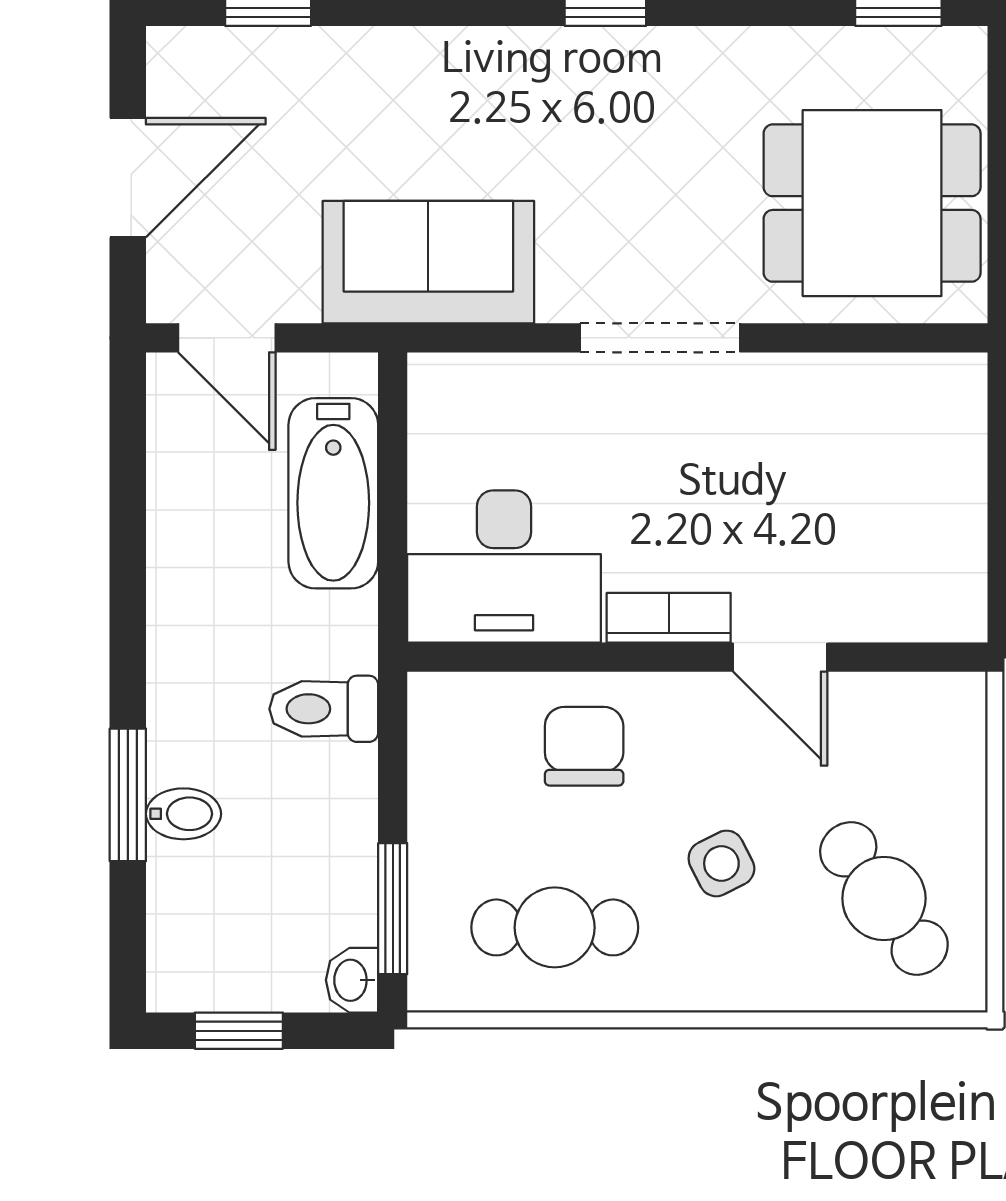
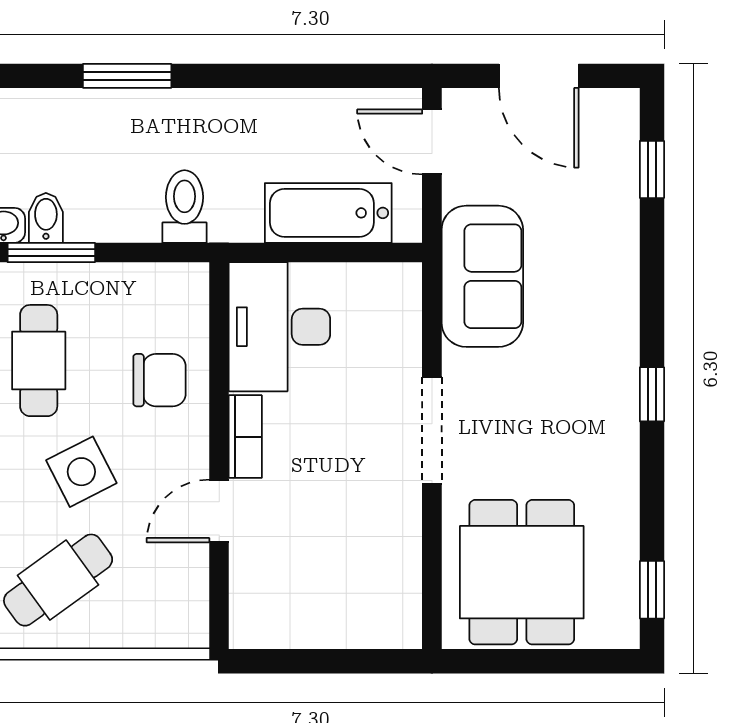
door: (227, 338) -> (432, 142), hinge flipped
bidet: (183, 814) -> (46, 218), moved, turned 180
side table: (721, 863) -> (81, 472), width x1.37, depth x1.37

